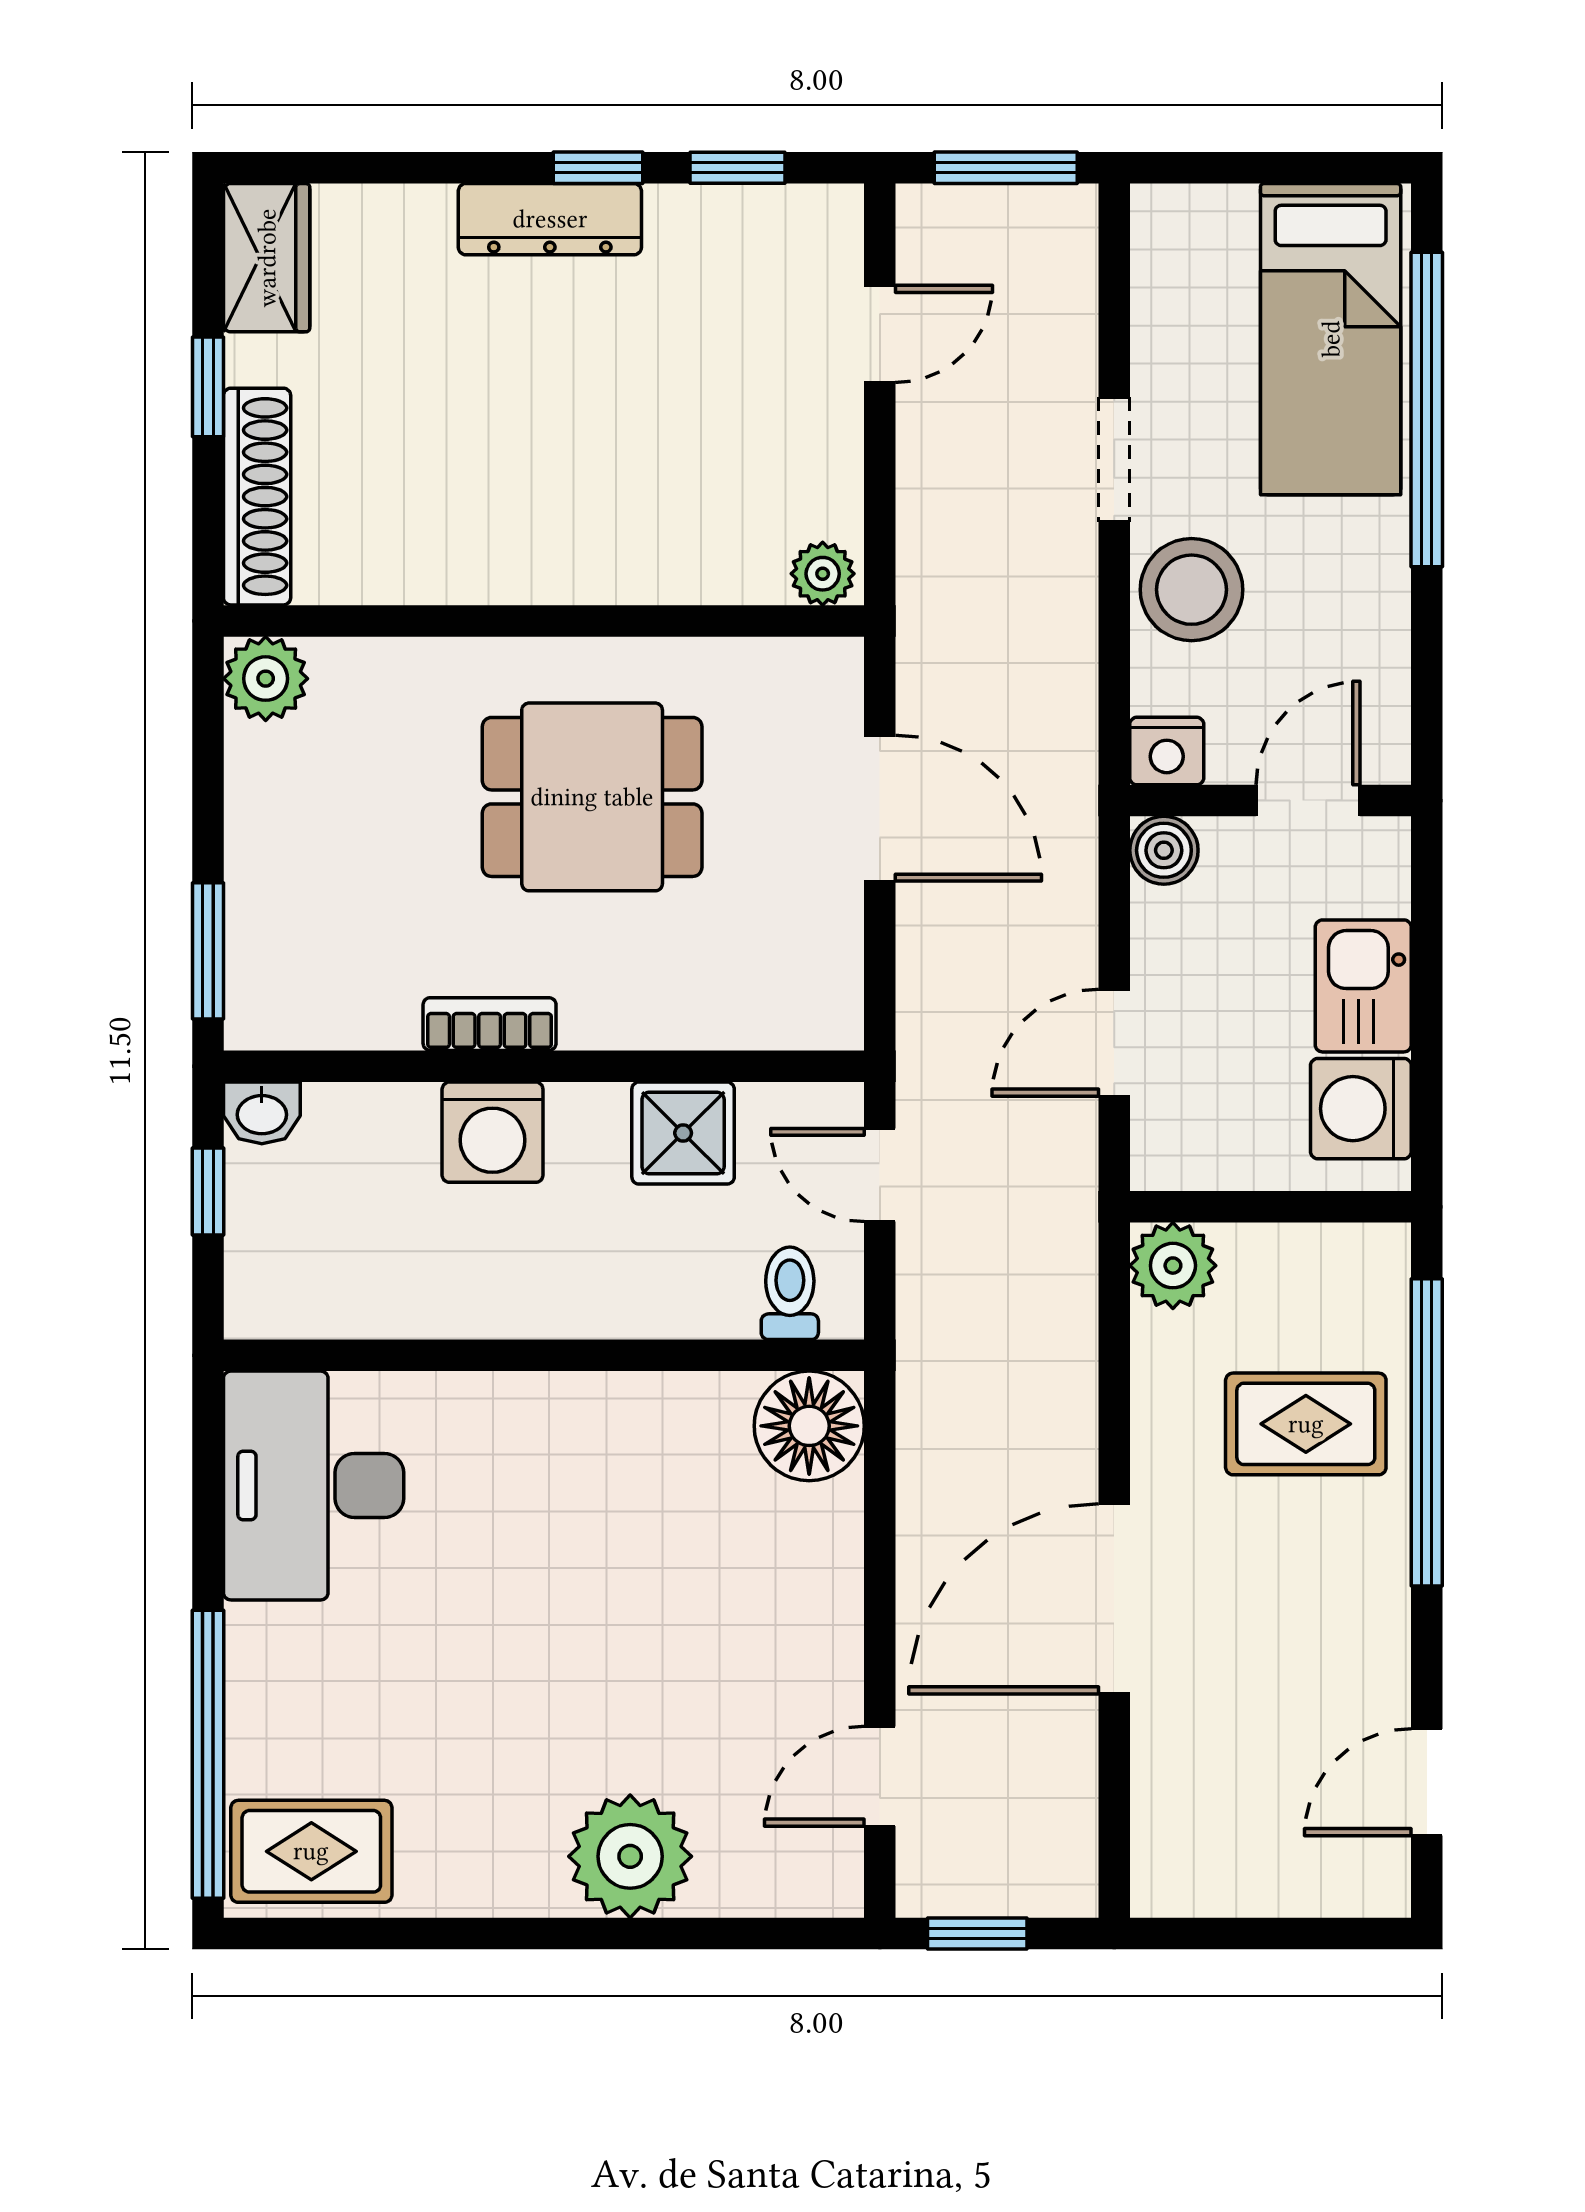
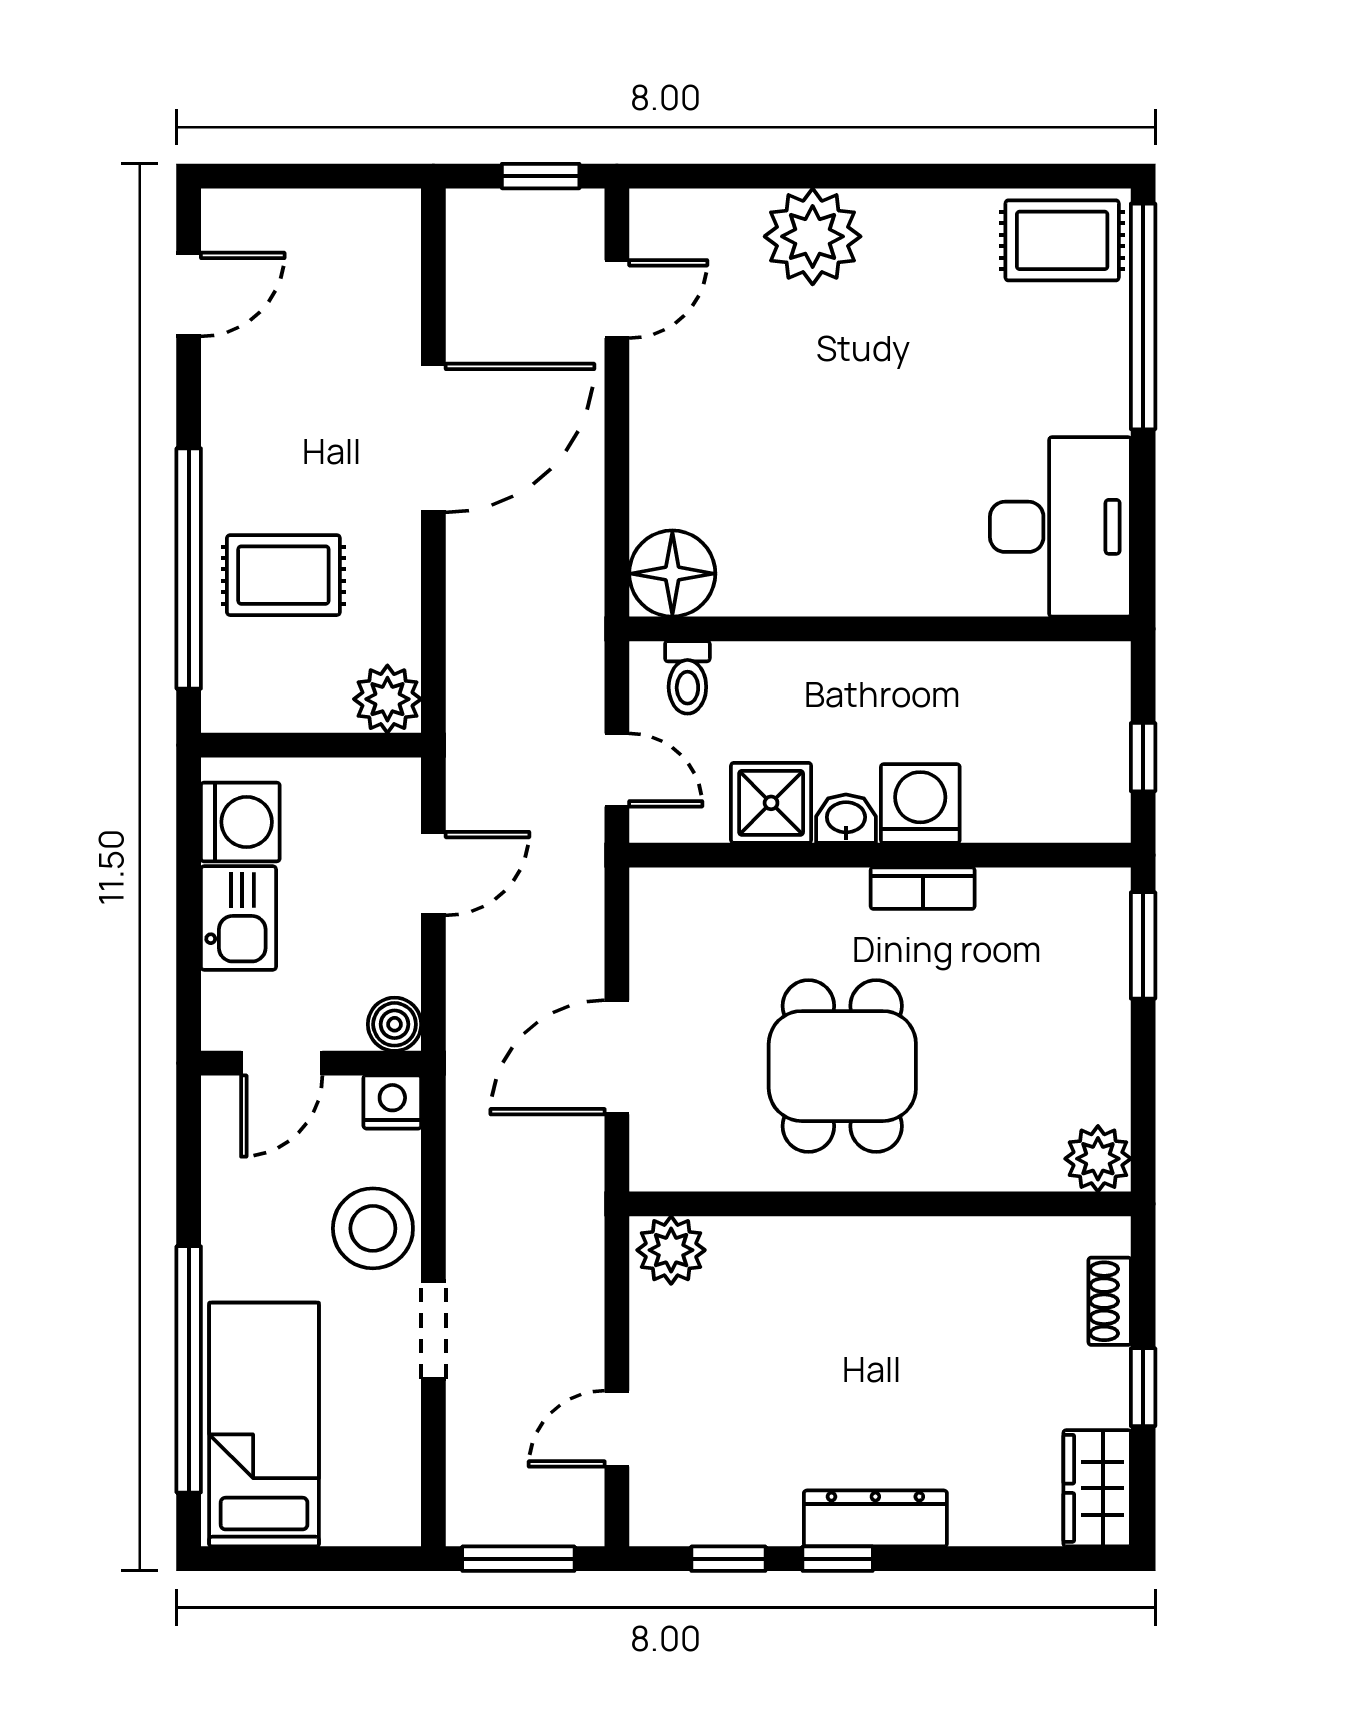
shoe rack: (257, 497) -> (1110, 1301), width x0.51, depth x0.81
plant: (823, 574) -> (671, 1250), width x1.38, depth x1.38
dining table: (592, 797) -> (842, 1066), turned 90
door: (880, 808) -> (617, 1057), hinge flipped
washbasin: (262, 1113) -> (846, 819), moved

